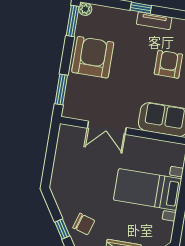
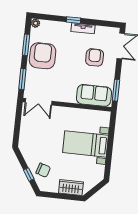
window: (73, 21) -> (26, 45), moved
double door: (107, 128) -> (39, 102), moved

